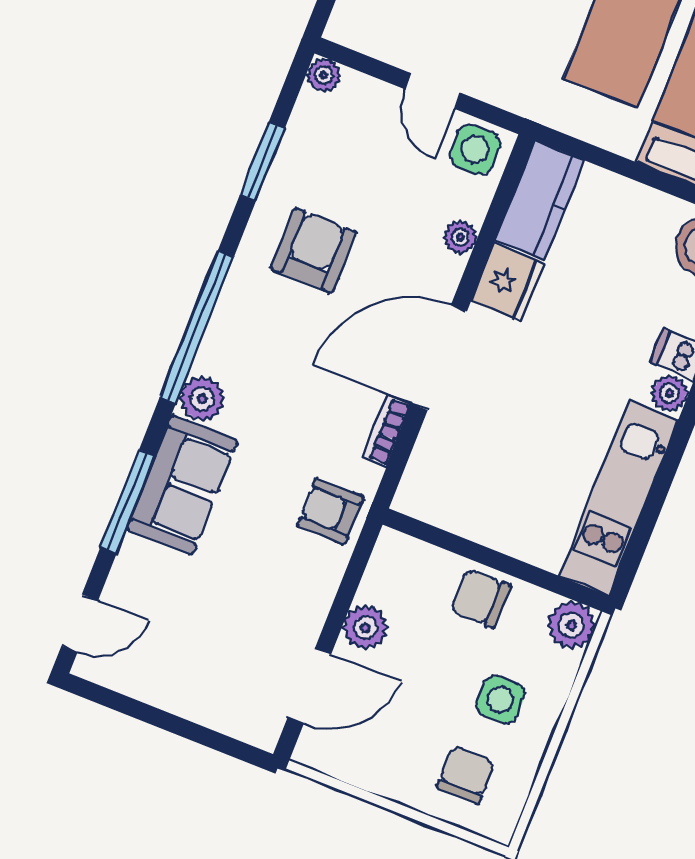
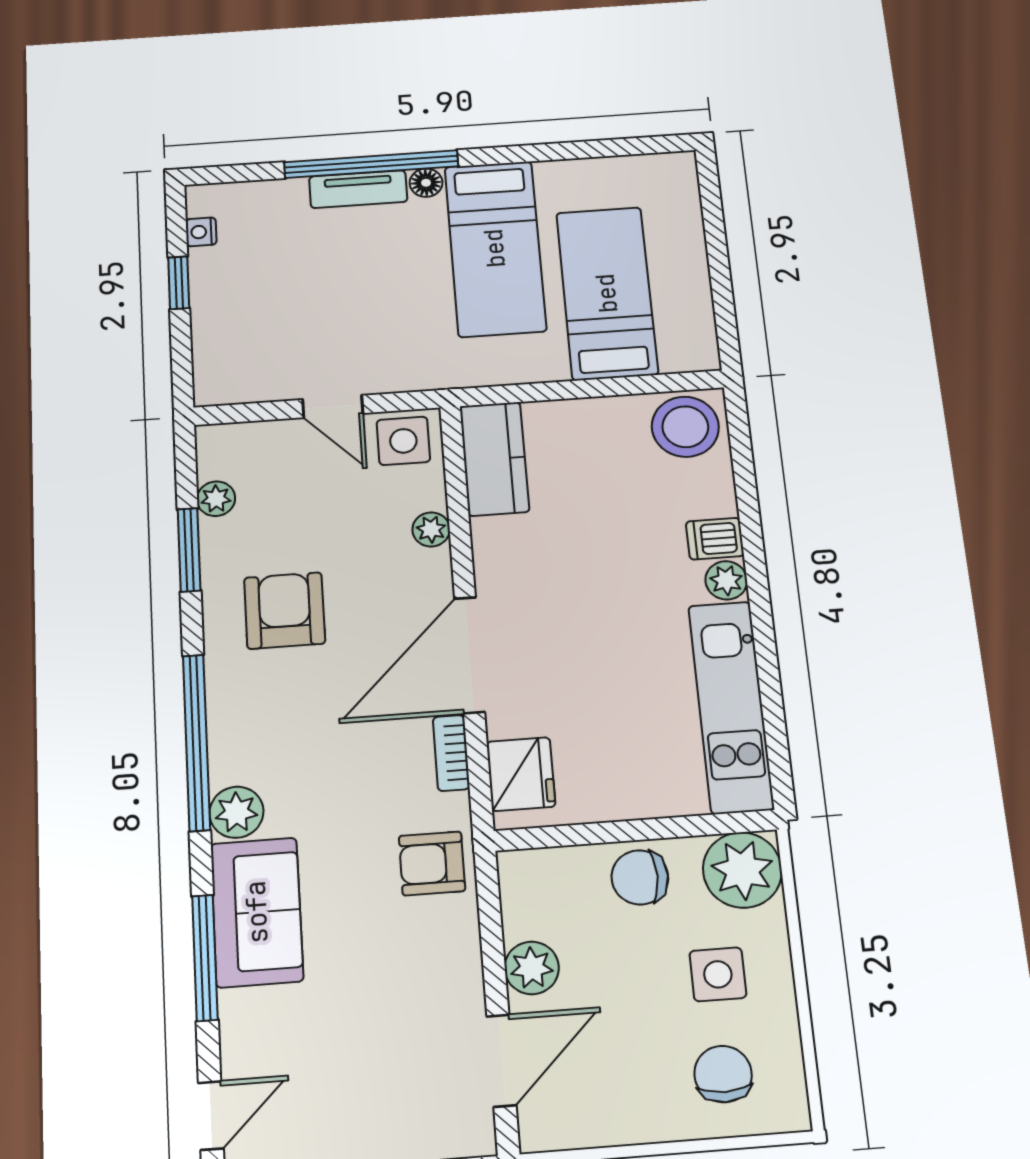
plant: (324, 75) -> (216, 499), moved
fridge: (507, 282) -> (521, 774), moved
plant: (571, 625) -> (742, 870), width x1.36, depth x1.36

